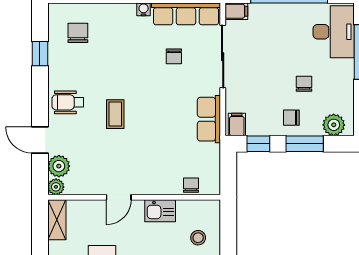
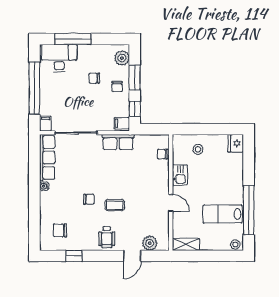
chair: (174, 56) -> (89, 199), moved
plant: (56, 187) -> (164, 245), removed

